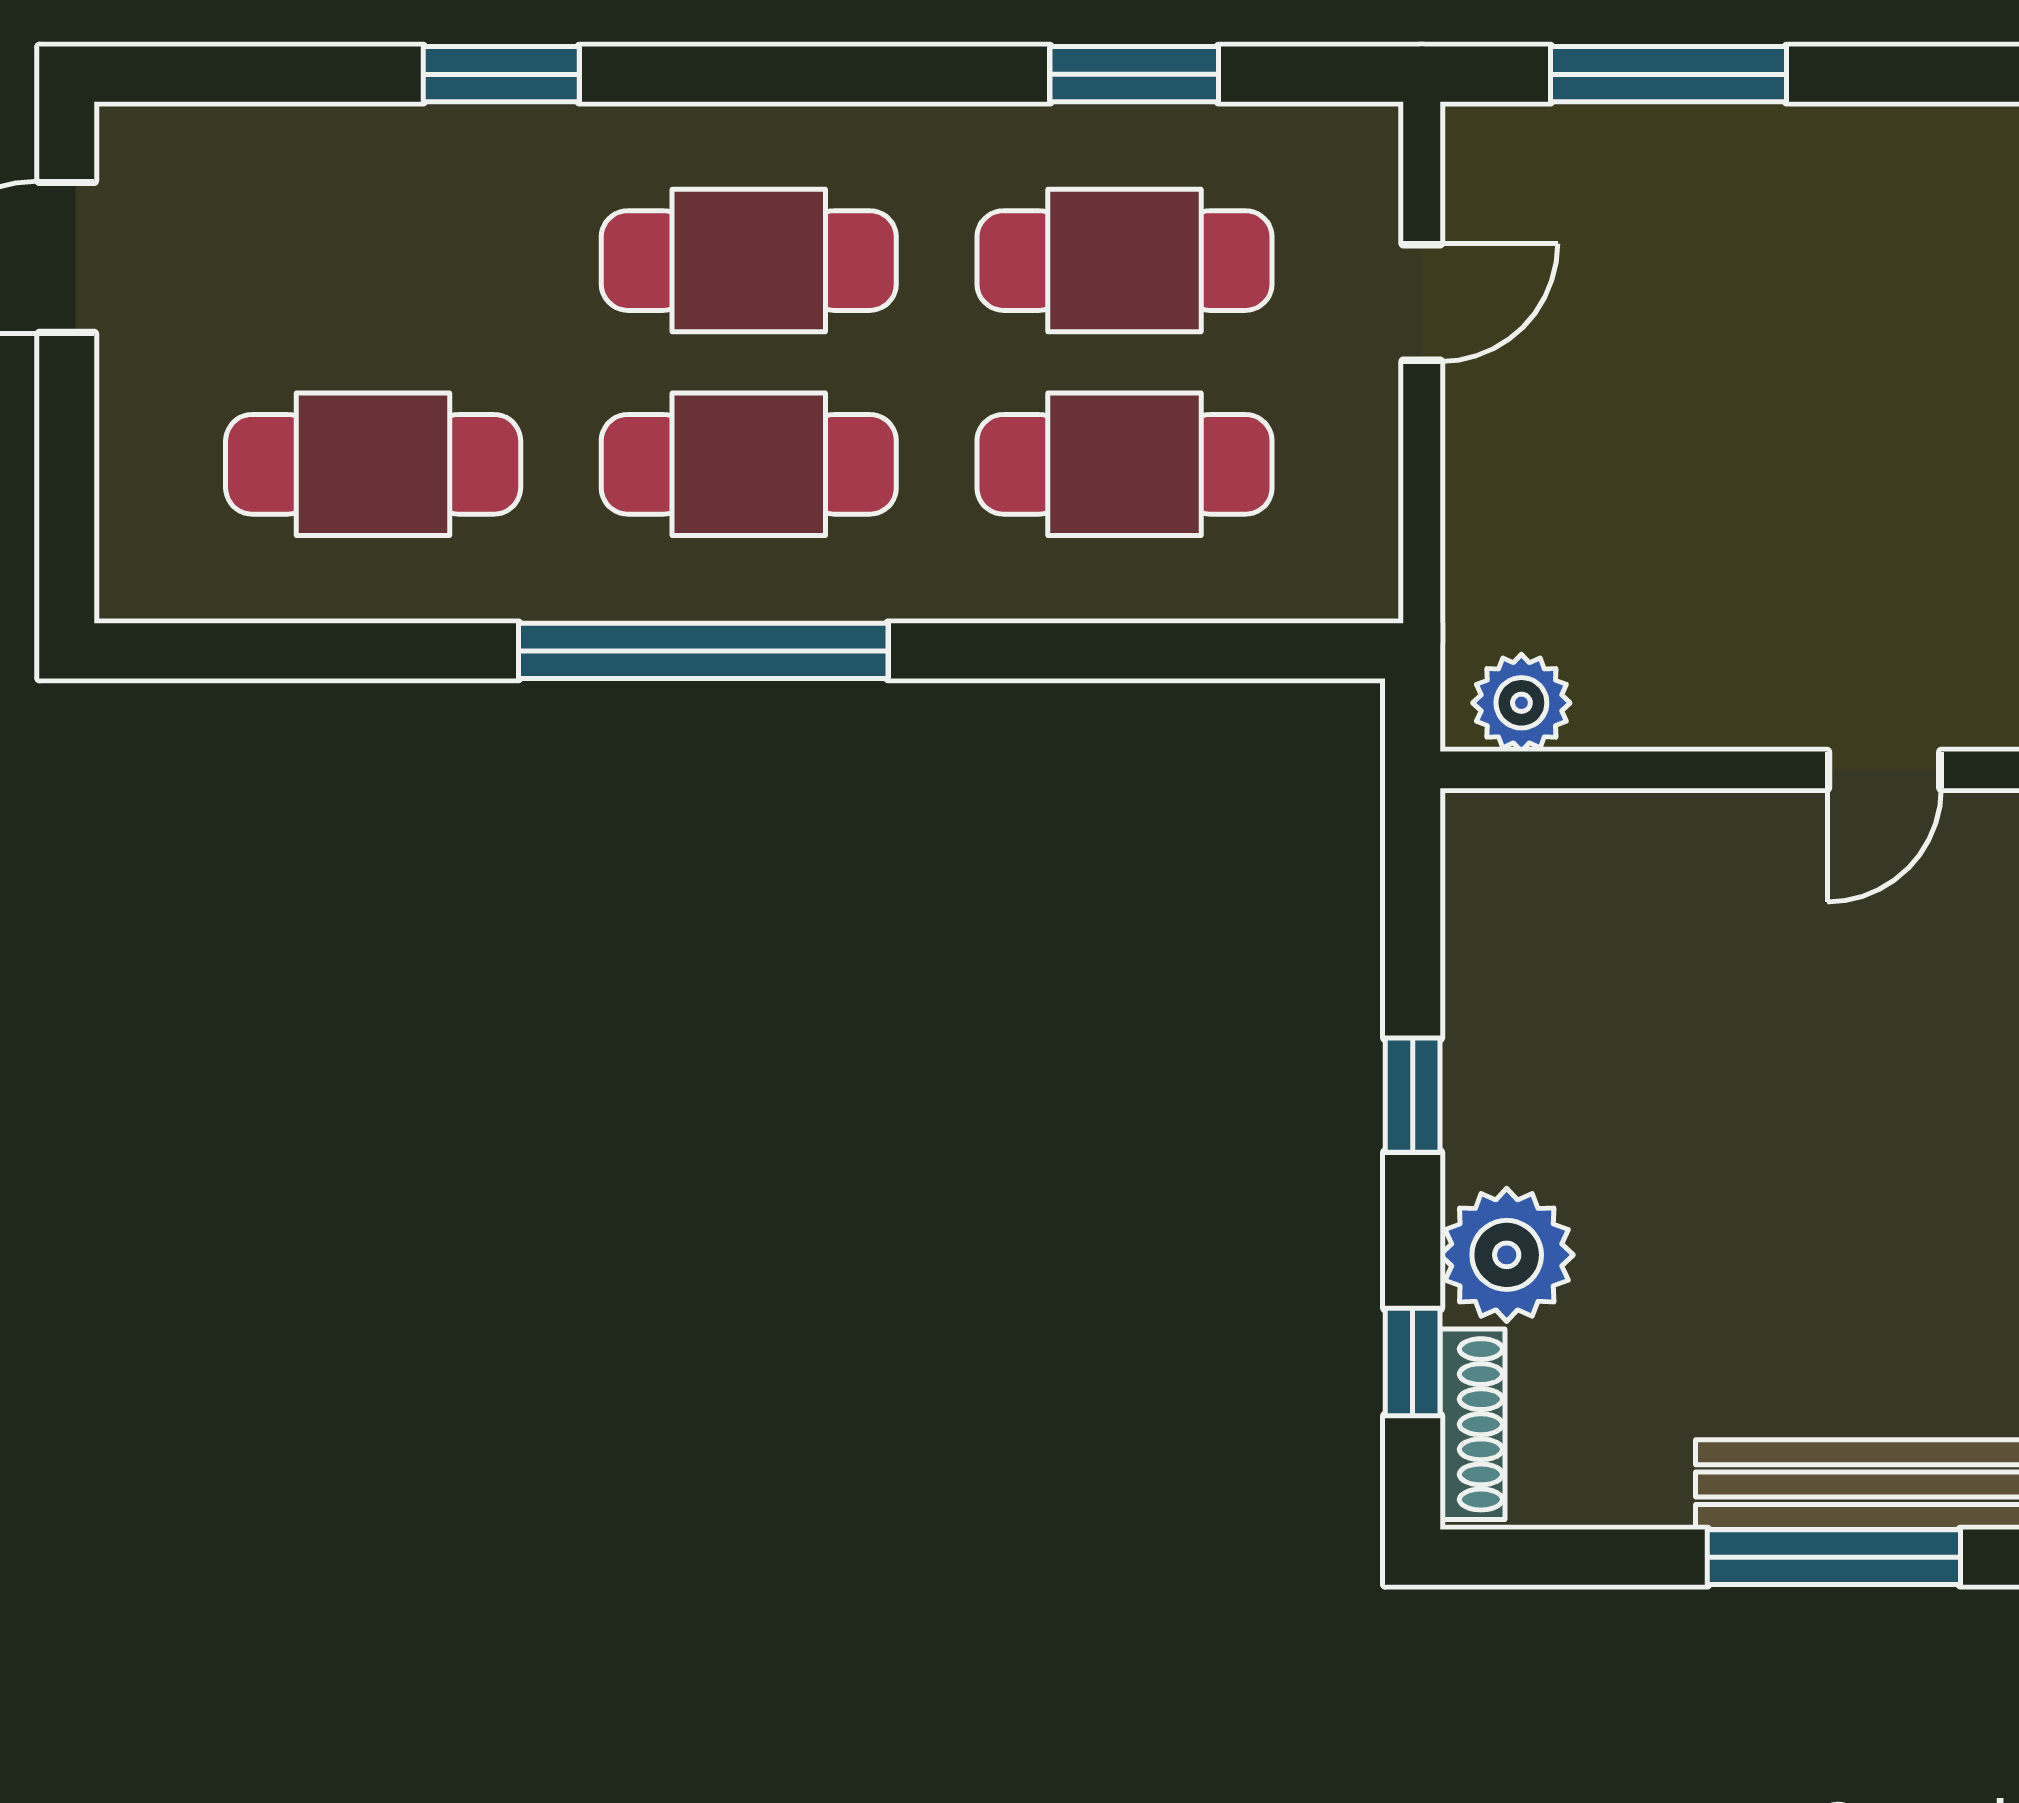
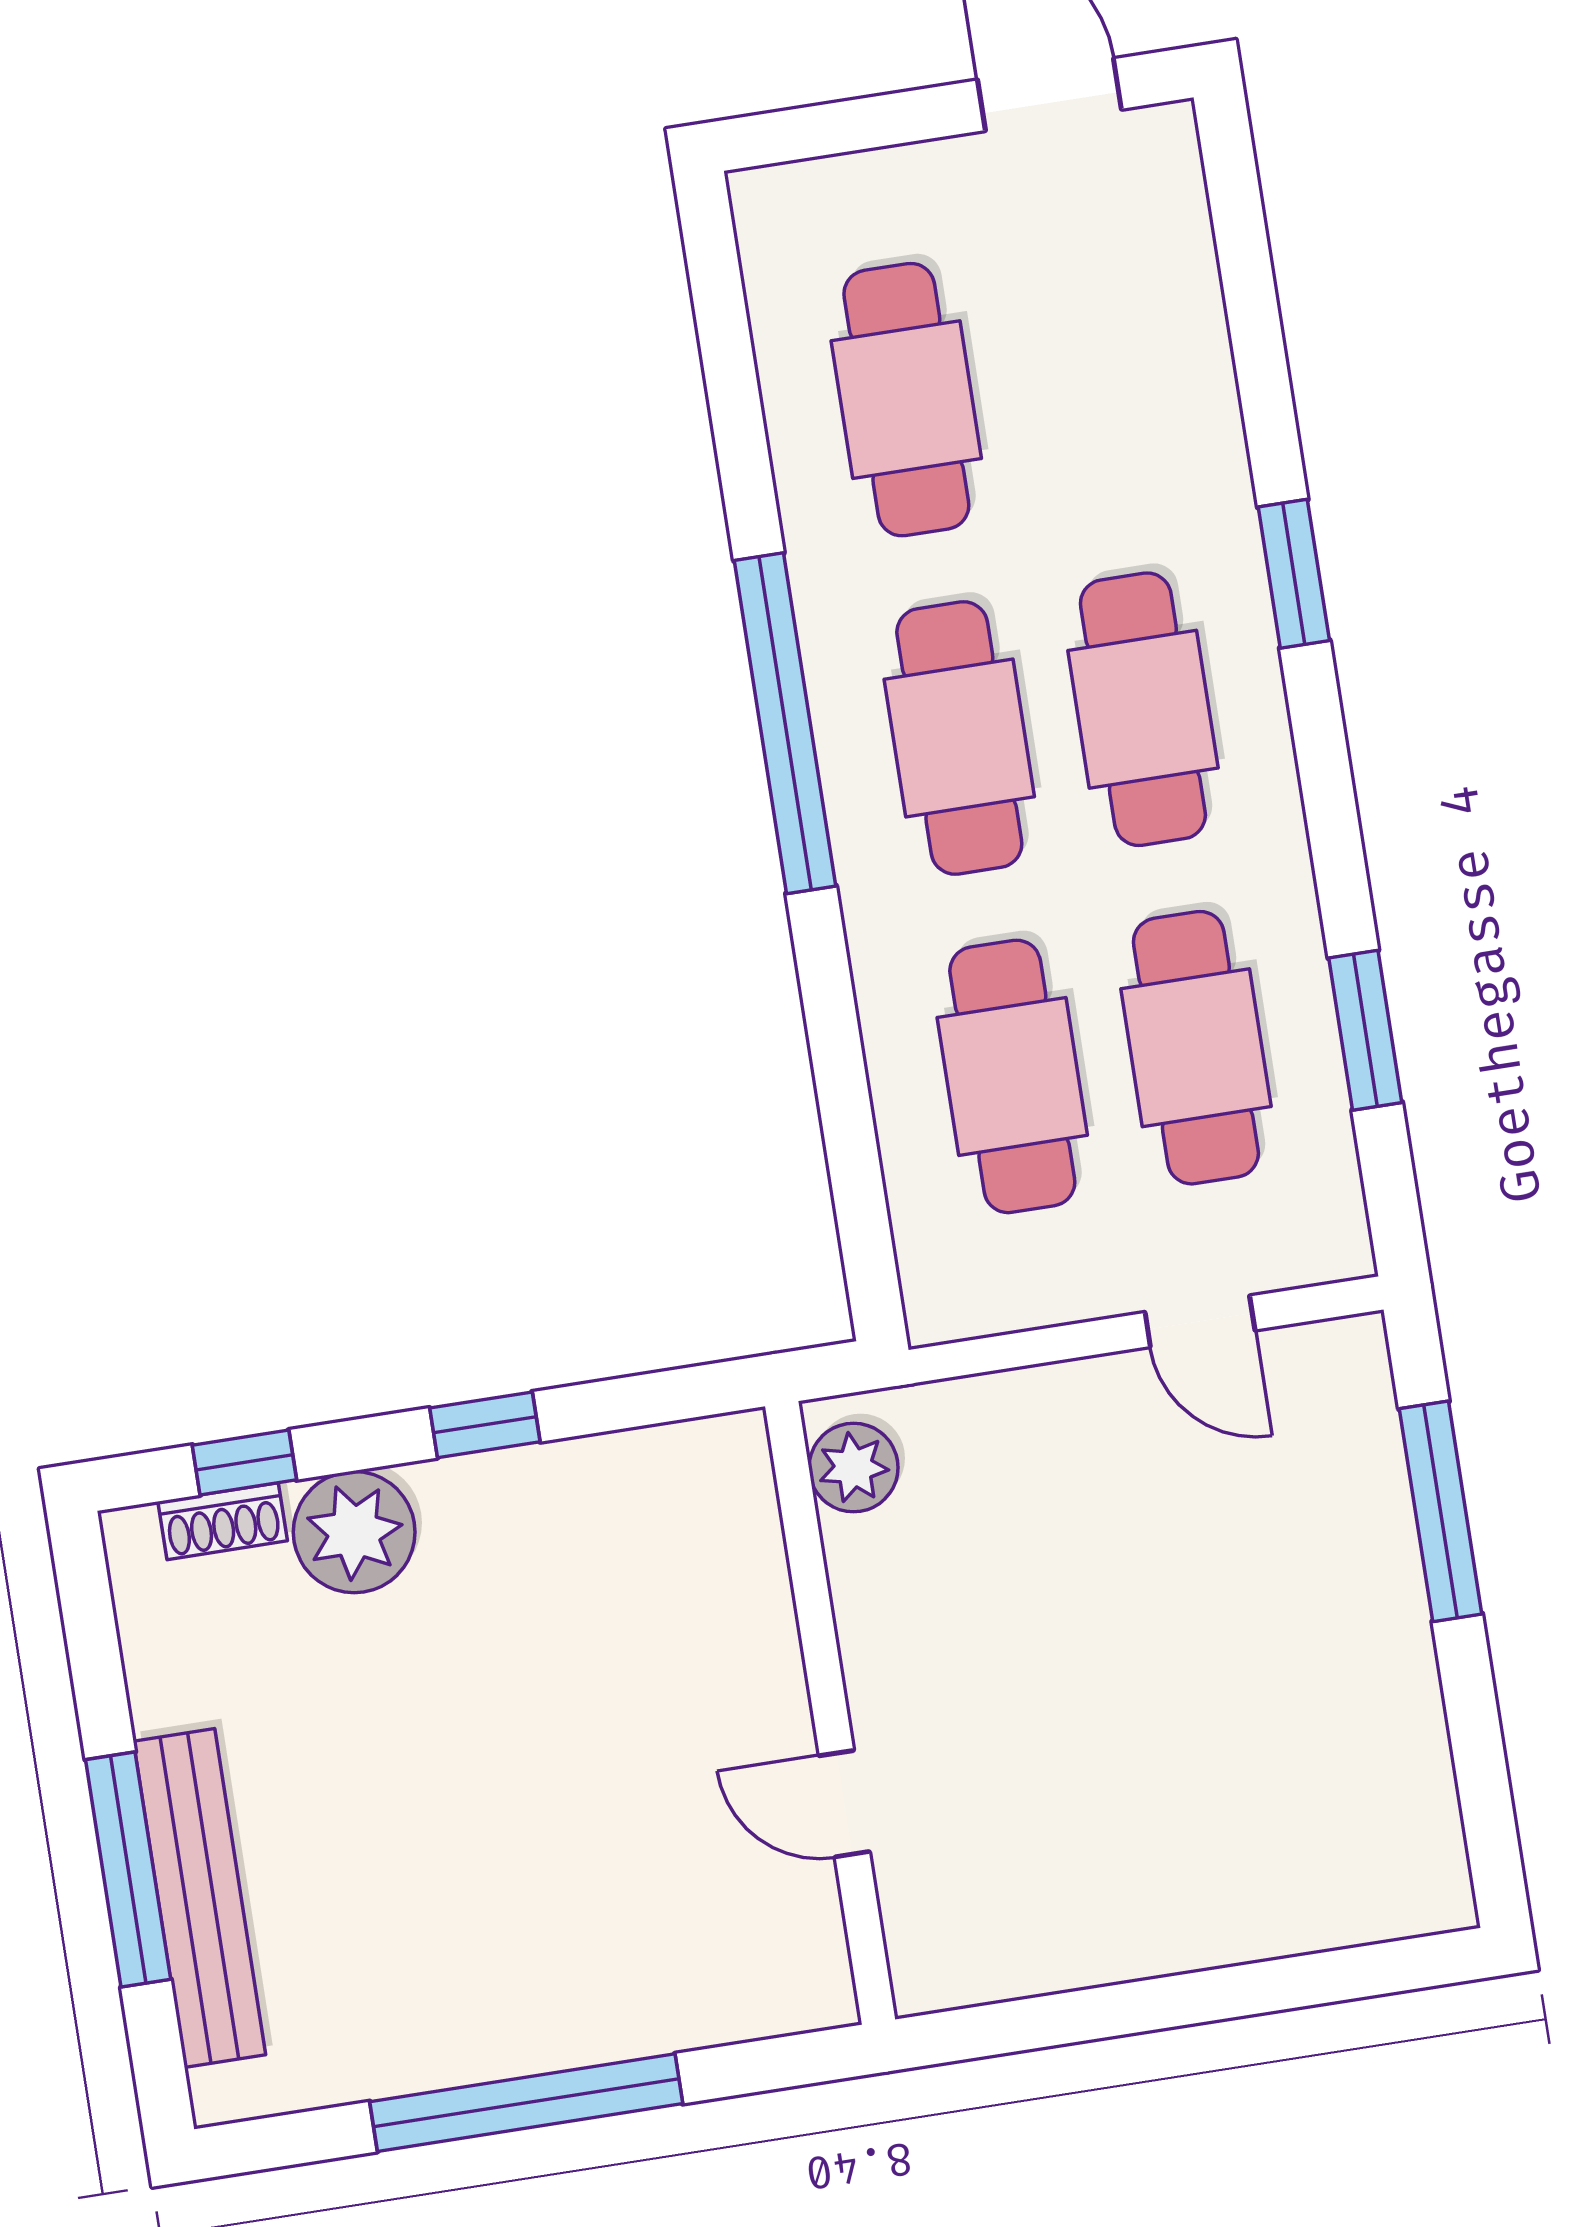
window: (501, 74) -> (1294, 574), moved
shoe rack: (1472, 1424) -> (223, 1521), width x0.70

